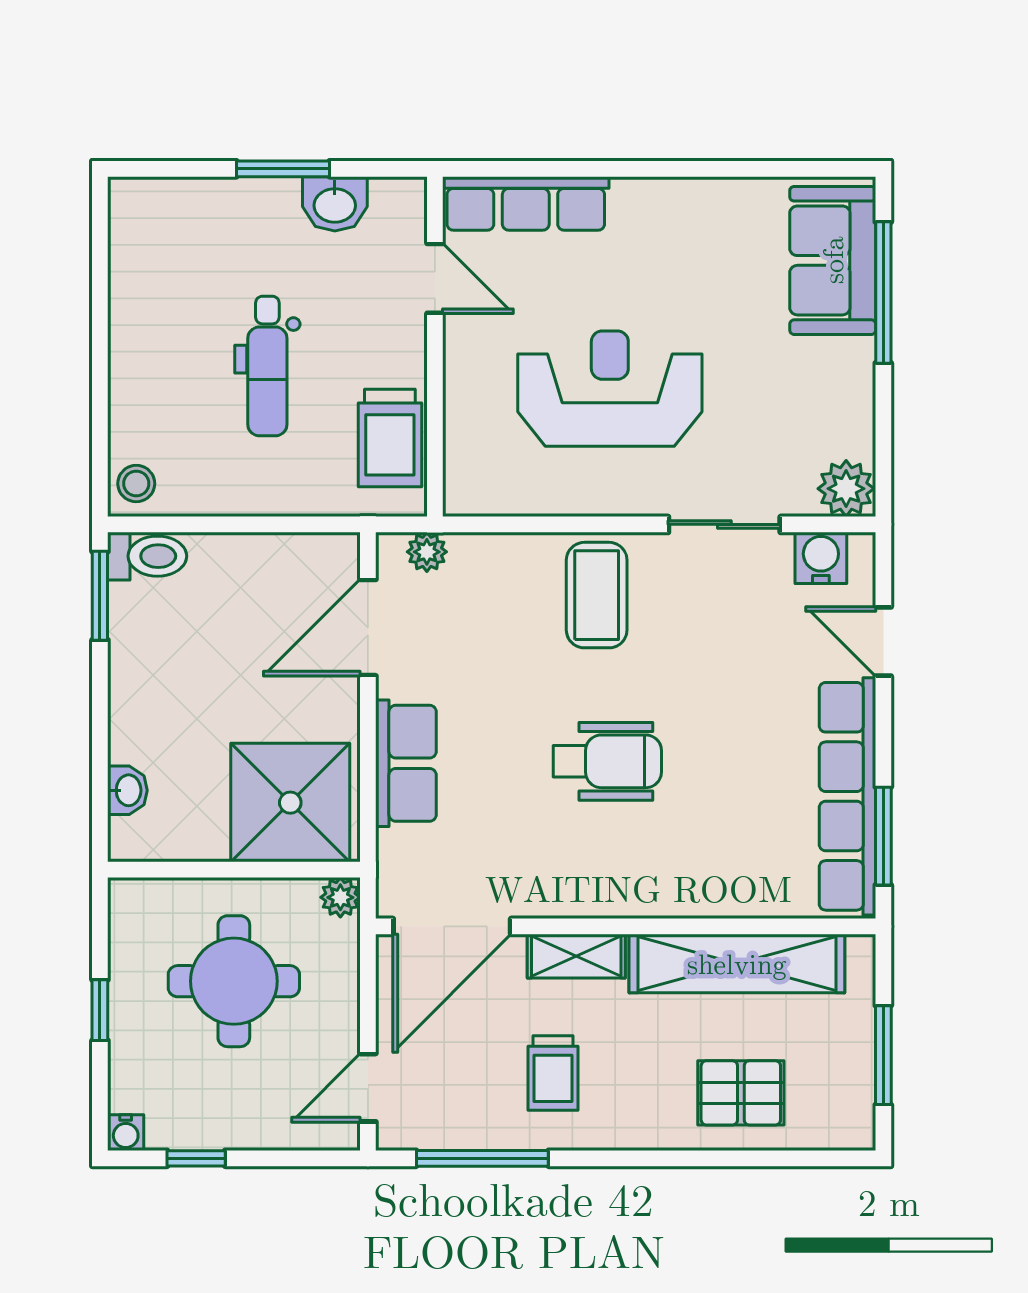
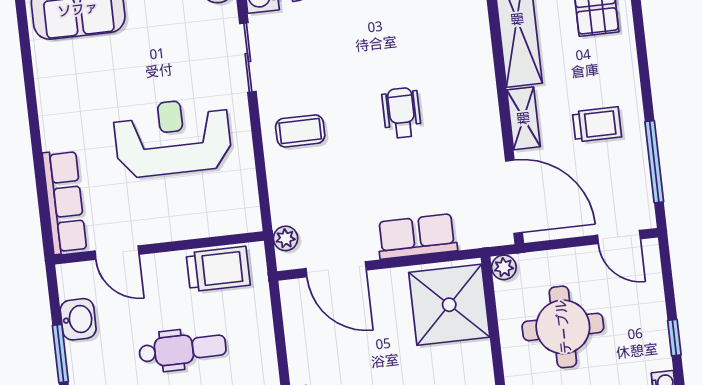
door: (435, 278) -> (117, 253), swing flipped
reception desk: (610, 389) -> (172, 137), turned 90
coffee table: (597, 595) -> (300, 131), width x0.73, depth x0.77
wheelchair: (607, 761) -> (402, 113), width x0.73, depth x0.73

